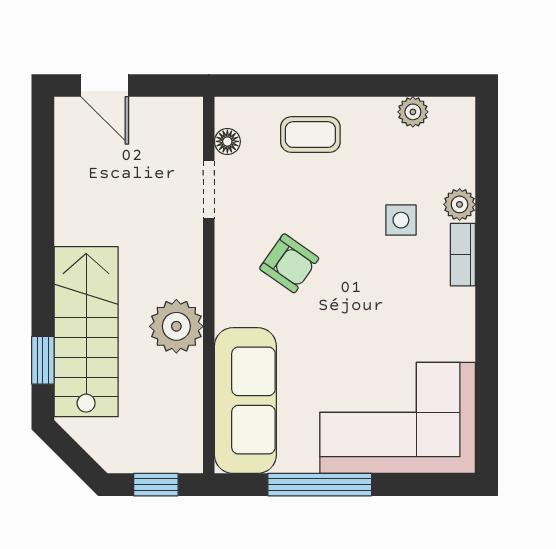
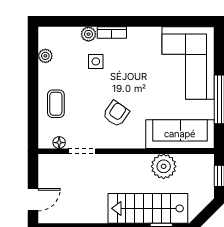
plant: (176, 326) -> (164, 166), moved

